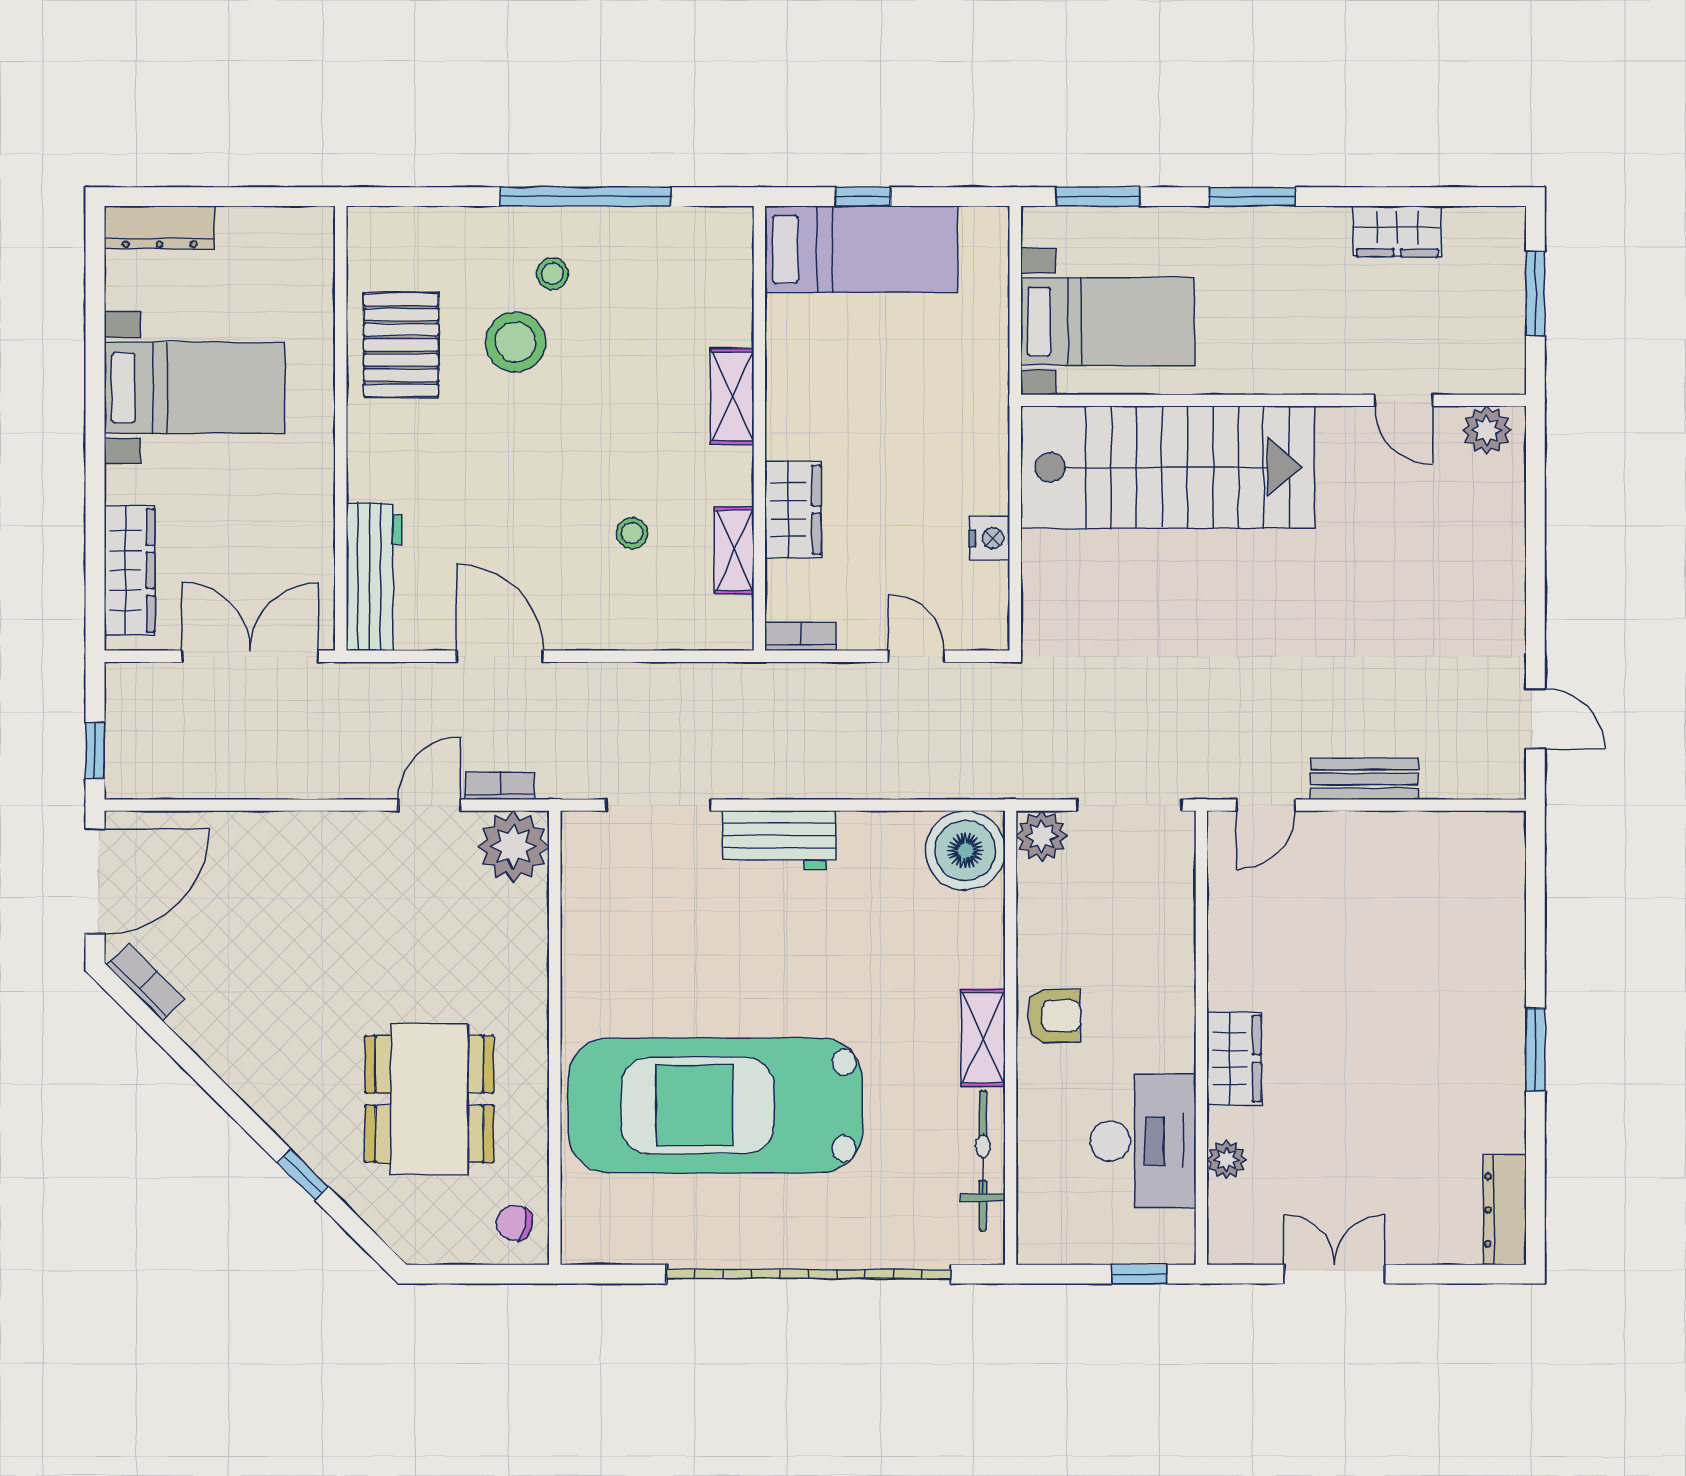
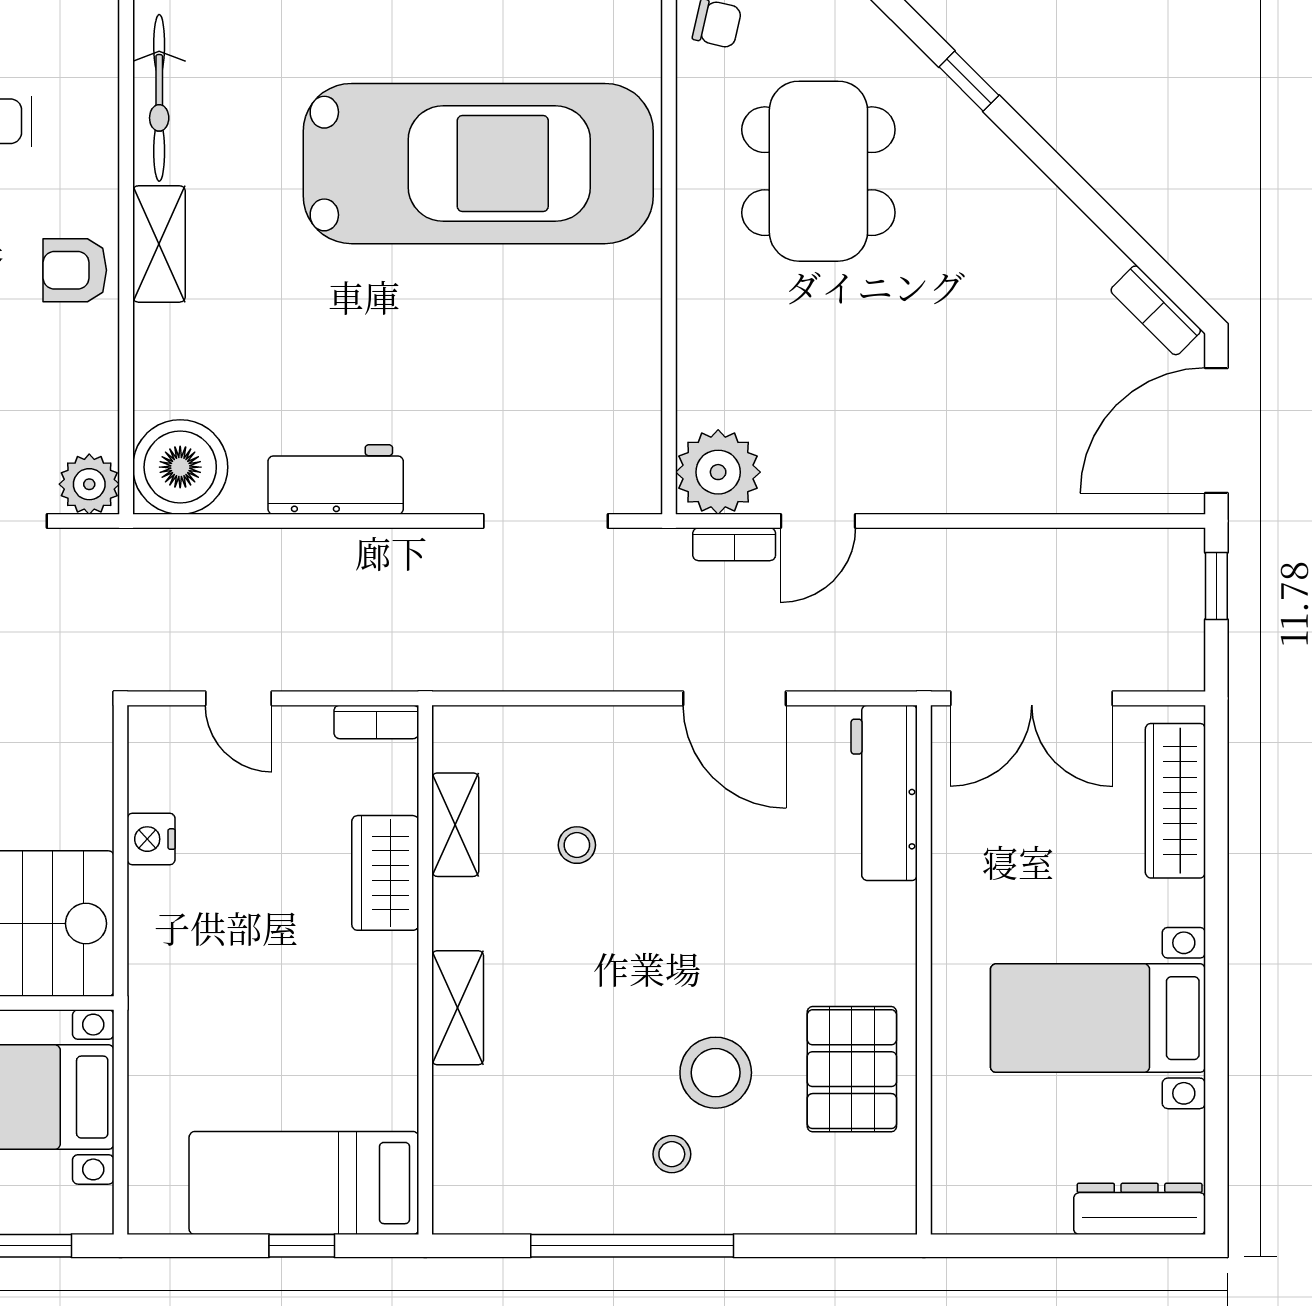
workbench: (779, 840) -> (336, 480), moved

